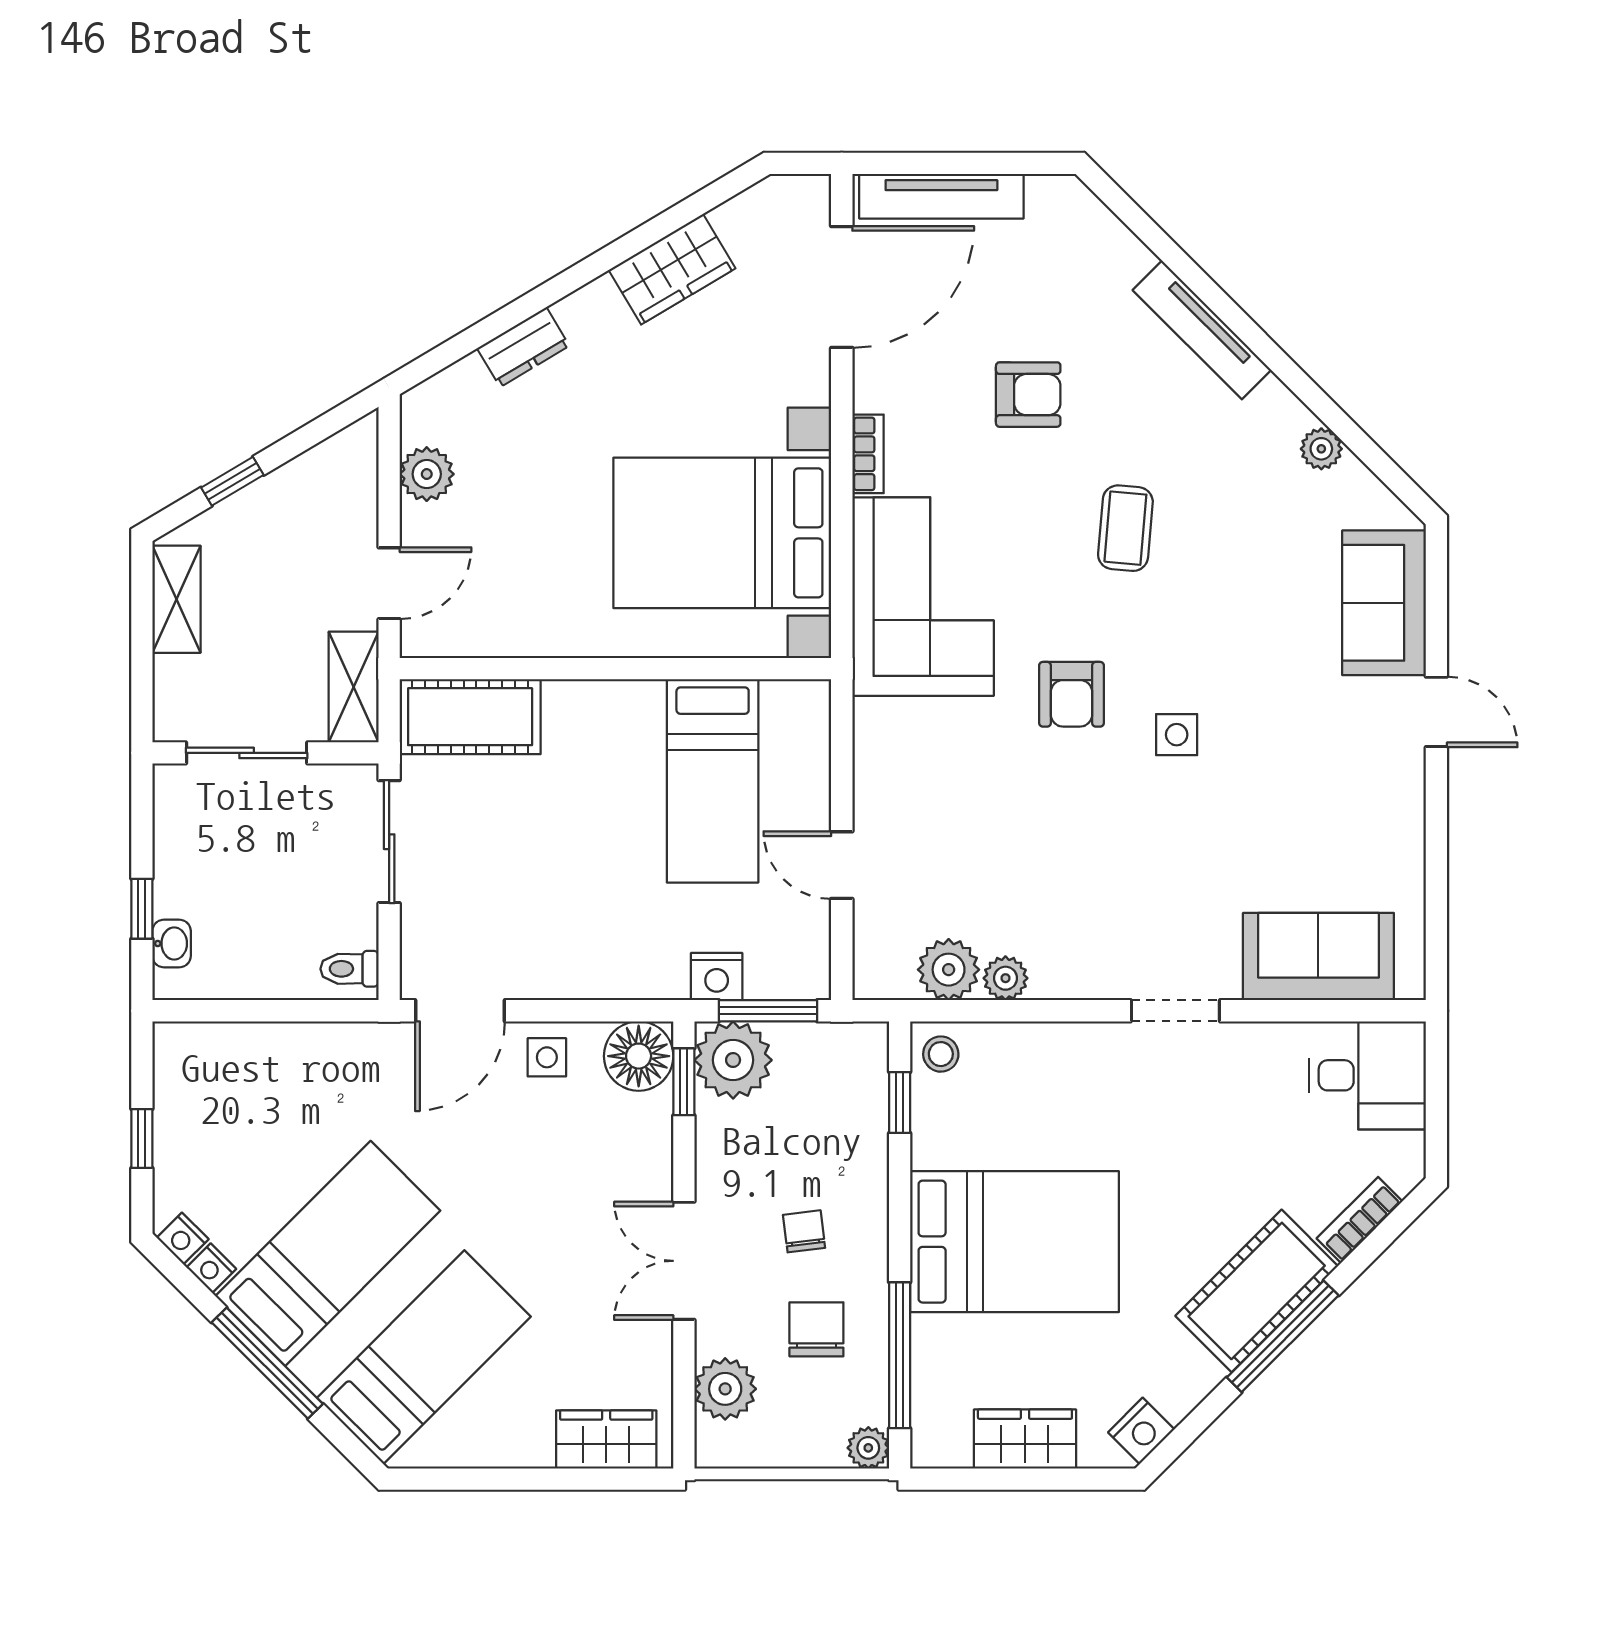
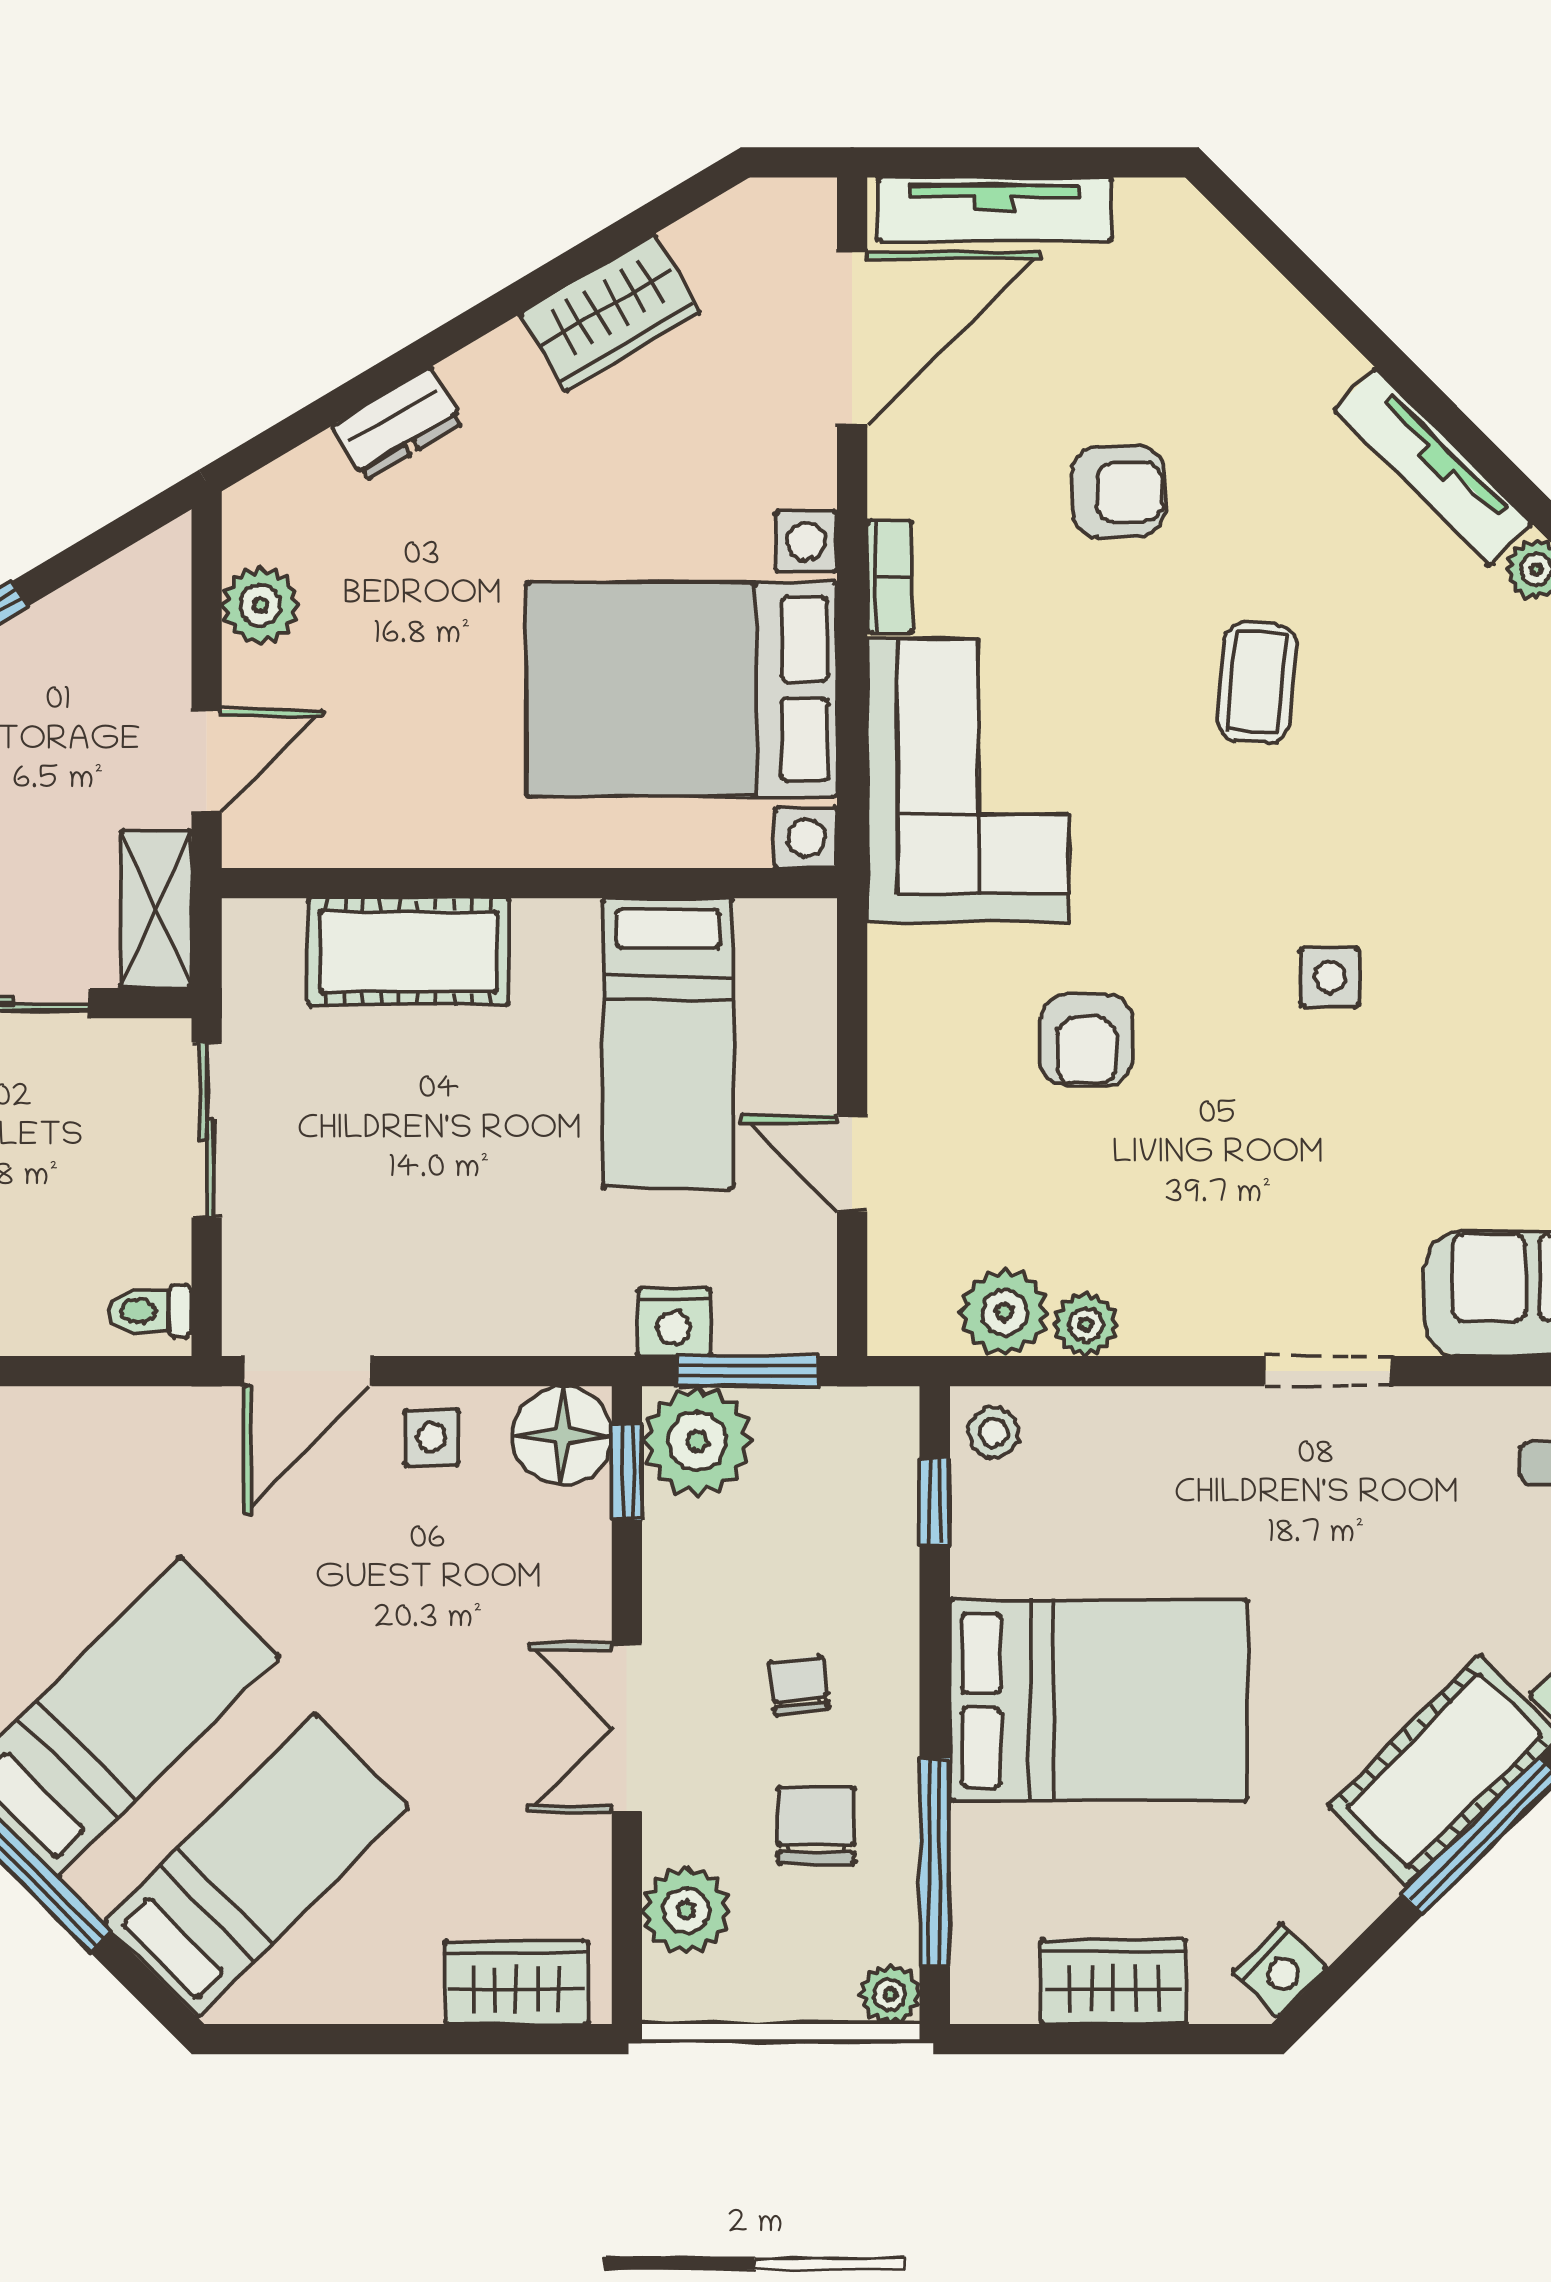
tv unit: (1202, 330) -> (1433, 467), moved
armchair: (1072, 694) -> (1086, 1040), moved
cot: (470, 717) -> (408, 952), moved

